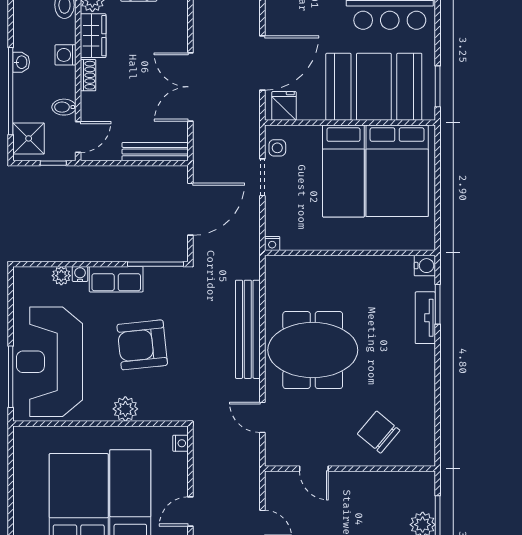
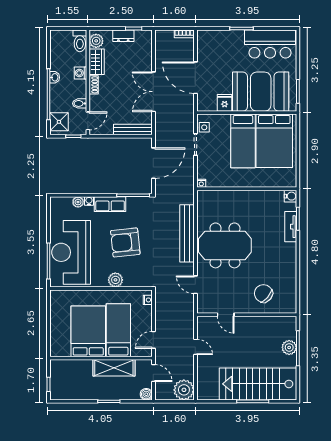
door: (262, 63) -> (195, 78), swing flipped
fridge: (284, 106) -> (225, 103), moved

